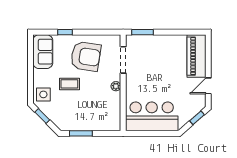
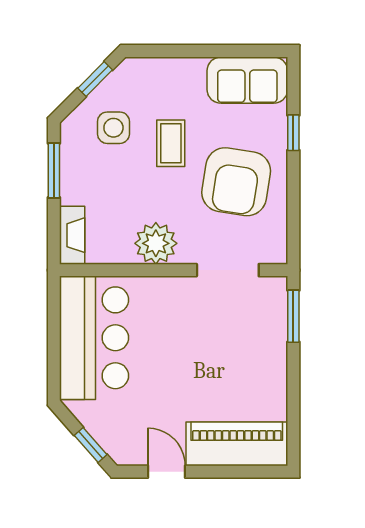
plant: (116, 86) -> (156, 243), width x1.87, depth x1.87
side table: (43, 94) -> (113, 128), moved
fireplace: (108, 126) -> (72, 235), added

